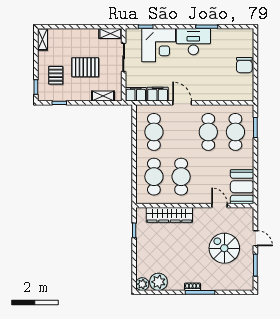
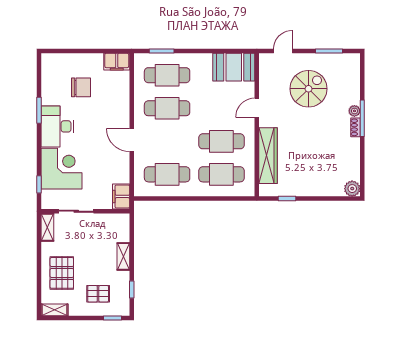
chair: (244, 65) -> (81, 87), moved
pallet: (85, 67) -> (62, 273), moved
filing cabinet: (158, 94) -> (117, 62), moved, turned -90
shelving: (103, 96) -> (123, 256), moved
door: (182, 103) -> (132, 140), hinge flipped
door: (220, 206) -> (257, 108), moved
door: (255, 238) -> (283, 51), moved
spiral stairs: (224, 248) -> (309, 89), turned 180
plant: (158, 282) -> (354, 111), moved, width x0.53, depth x0.53

